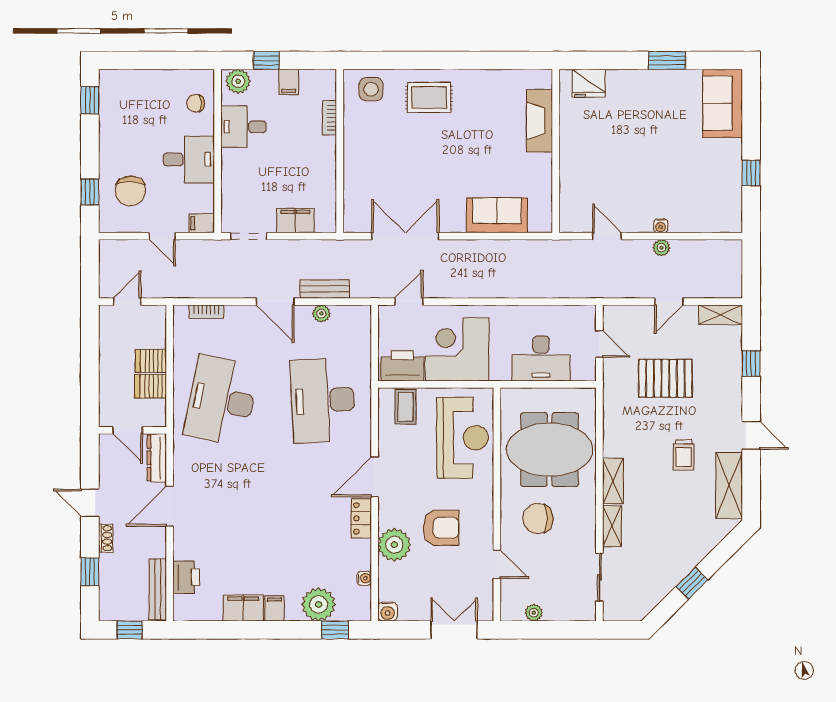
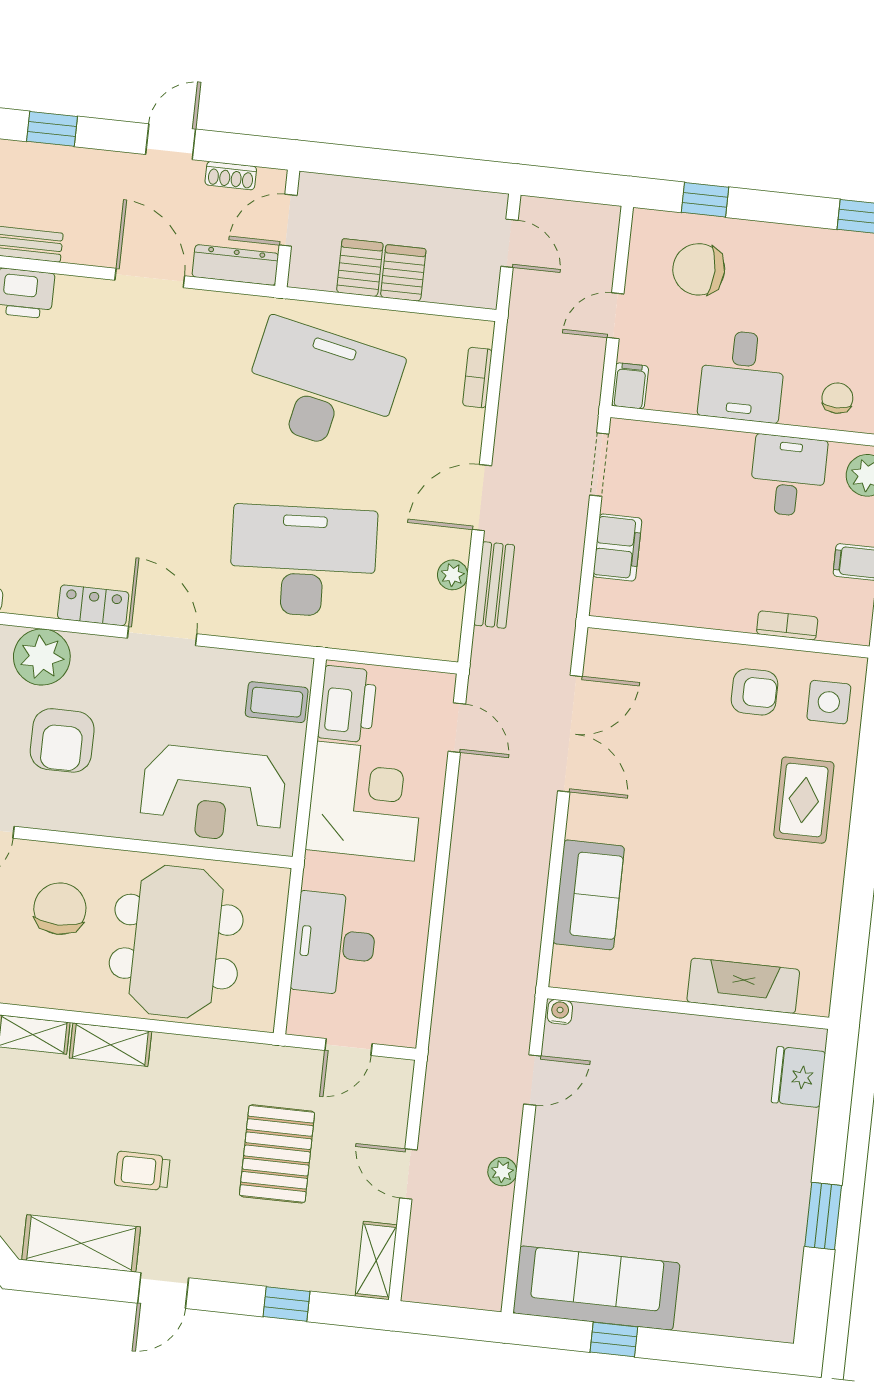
sofa: (723, 103) -> (596, 1288), moved, width x1.36
armchair: (370, 133) -> (754, 692), added
water cooler: (661, 226) -> (560, 1012), moved, turned 90
shoe rack: (106, 538) -> (231, 176), moved

